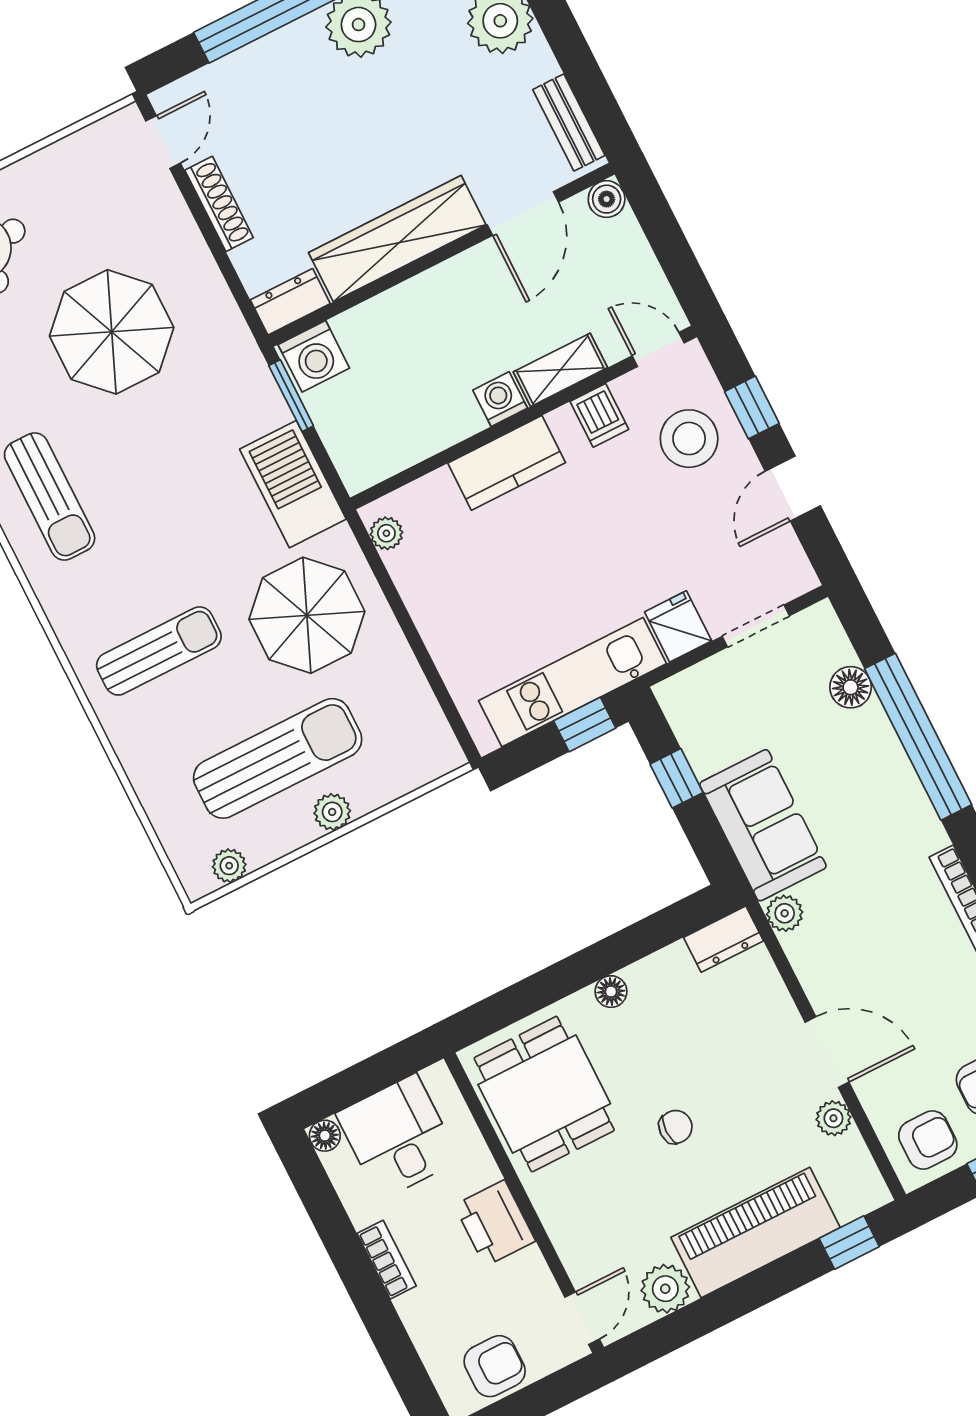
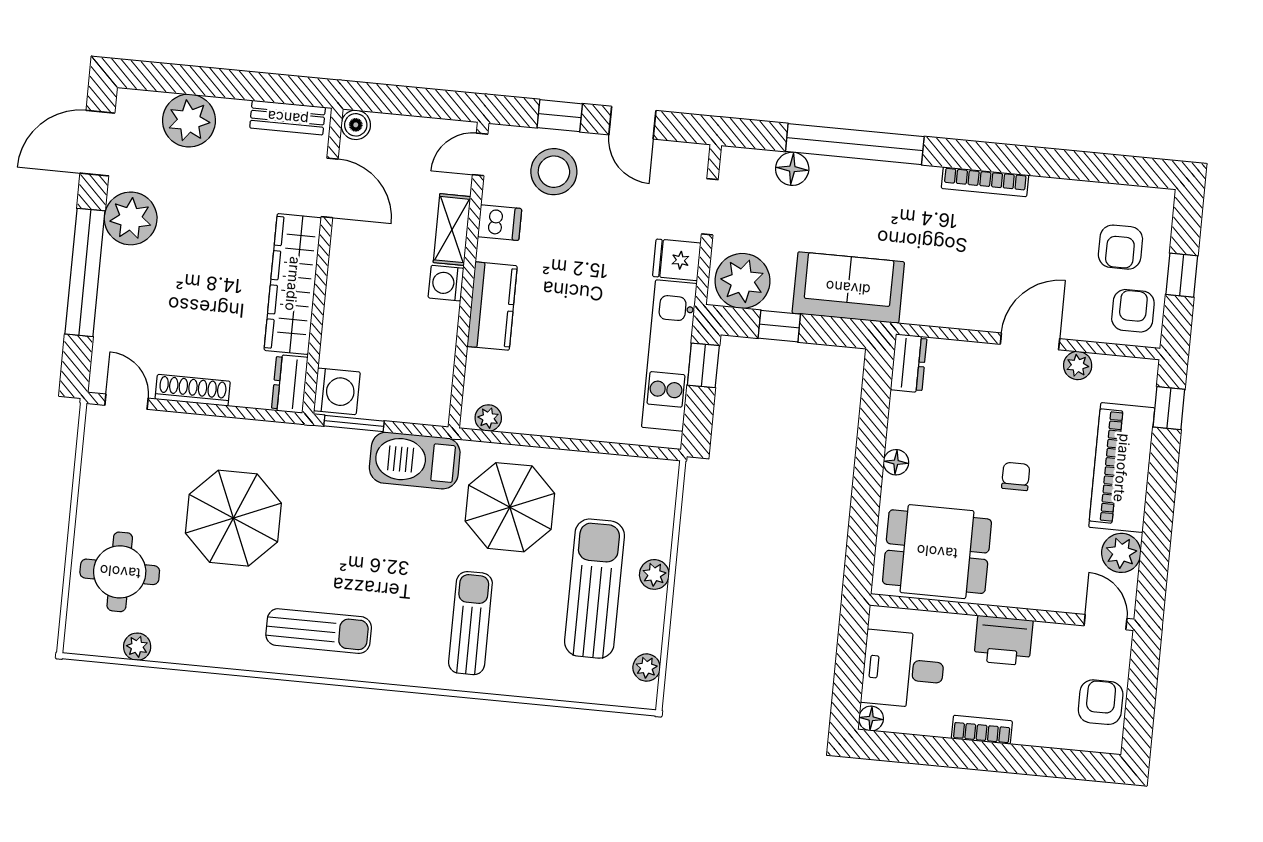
plant: (785, 913) -> (742, 281), moved, width x1.88, depth x1.88

